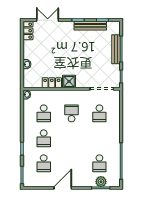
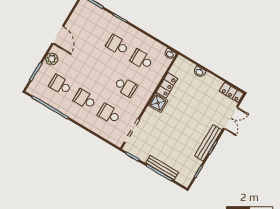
bench: (90, 26) -> (208, 143), moved
school desk: (44, 163) -> (85, 99), moved
plant: (101, 182) -> (52, 59), moved

